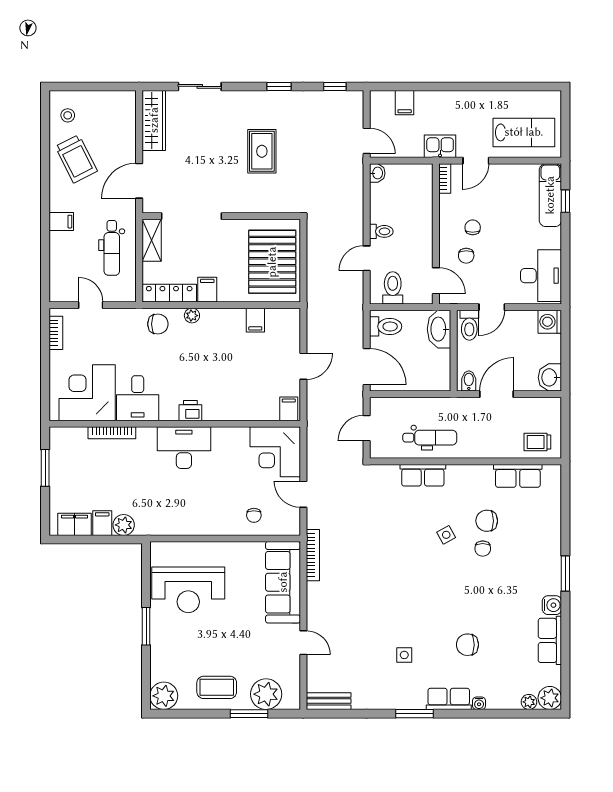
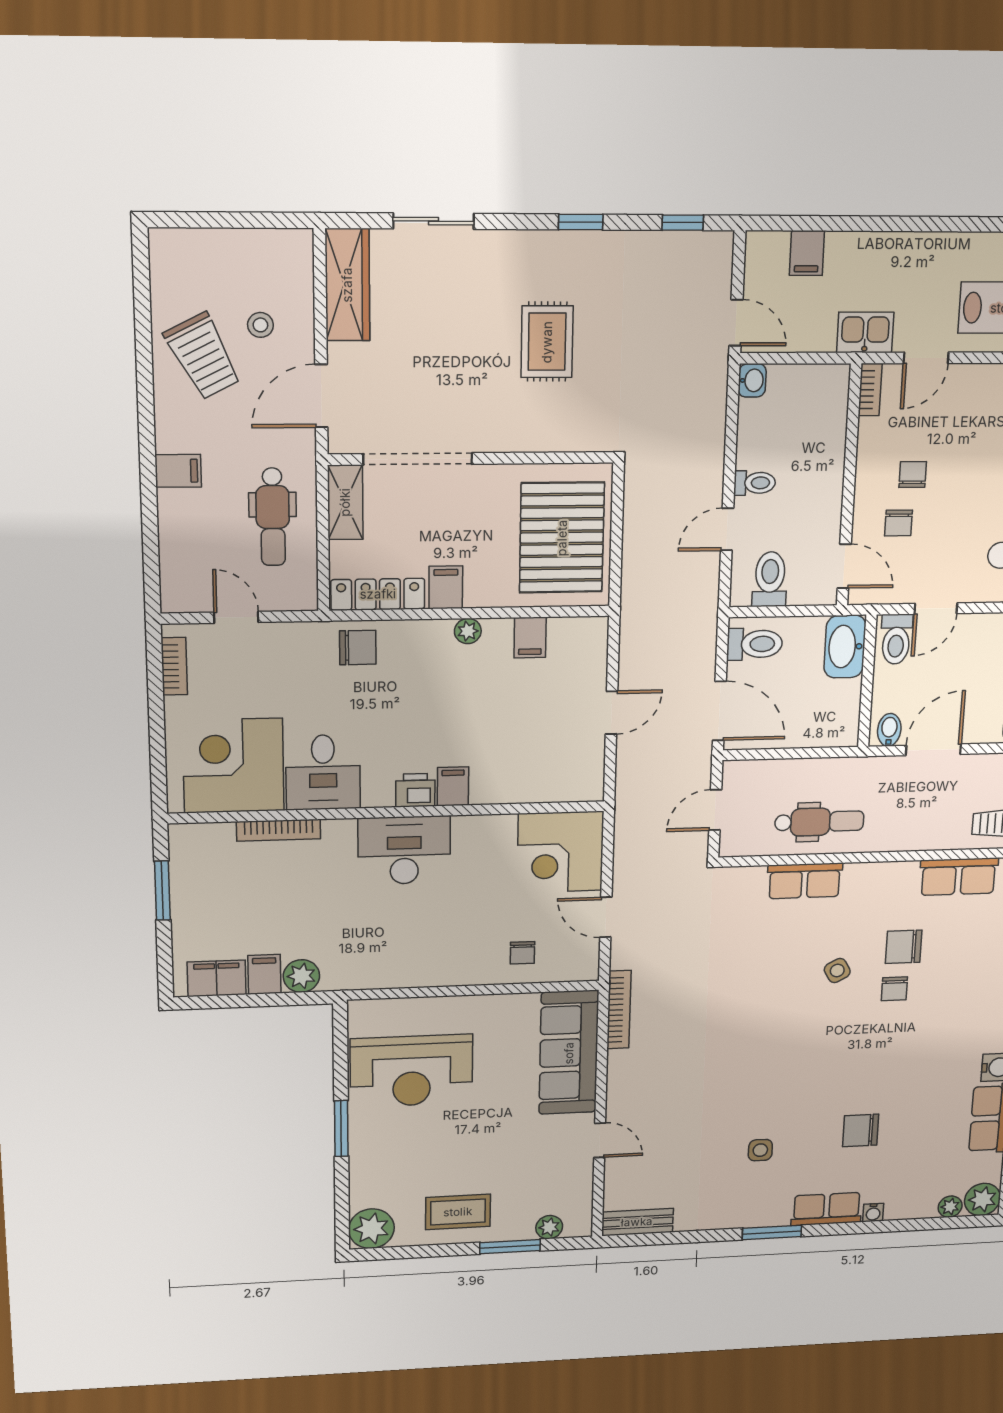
stool: (68, 115) -> (260, 325), moved
plant: (192, 316) -> (468, 631), moved
filing cabinet: (289, 409) -> (453, 786), moved
plant: (266, 694) -> (549, 1227), width x0.53, depth x0.53

